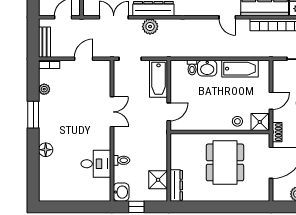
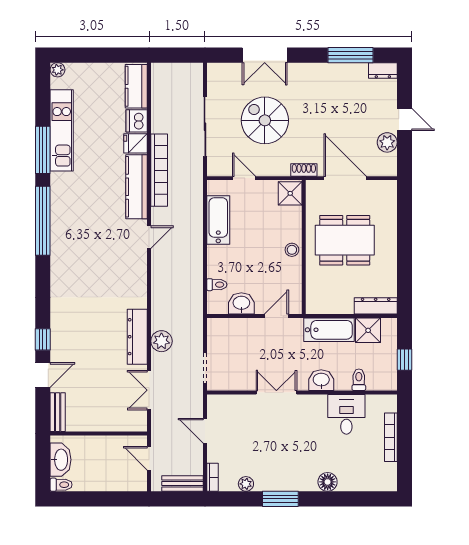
washbasin: (207, 68) -> (241, 303), moved, turned -90
bathtub: (159, 79) -> (329, 330), moved
door: (271, 101) -> (244, 178), moved
door: (169, 112) -> (277, 316), hinge flipped
stool: (237, 121) -> (292, 250), moved
toilet: (121, 160) -> (359, 380), moved
washbasin: (121, 192) -> (321, 380), moved
bookcase: (79, 197) -> (391, 437), added

